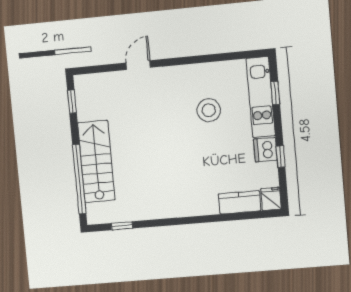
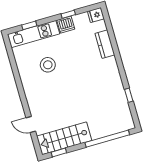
door: (138, 65) -> (31, 124), moved
stairs: (96, 161) -> (64, 138), moved
kitchen counter: (240, 202) -> (105, 44), moved
window: (122, 226) -> (129, 95), moved

